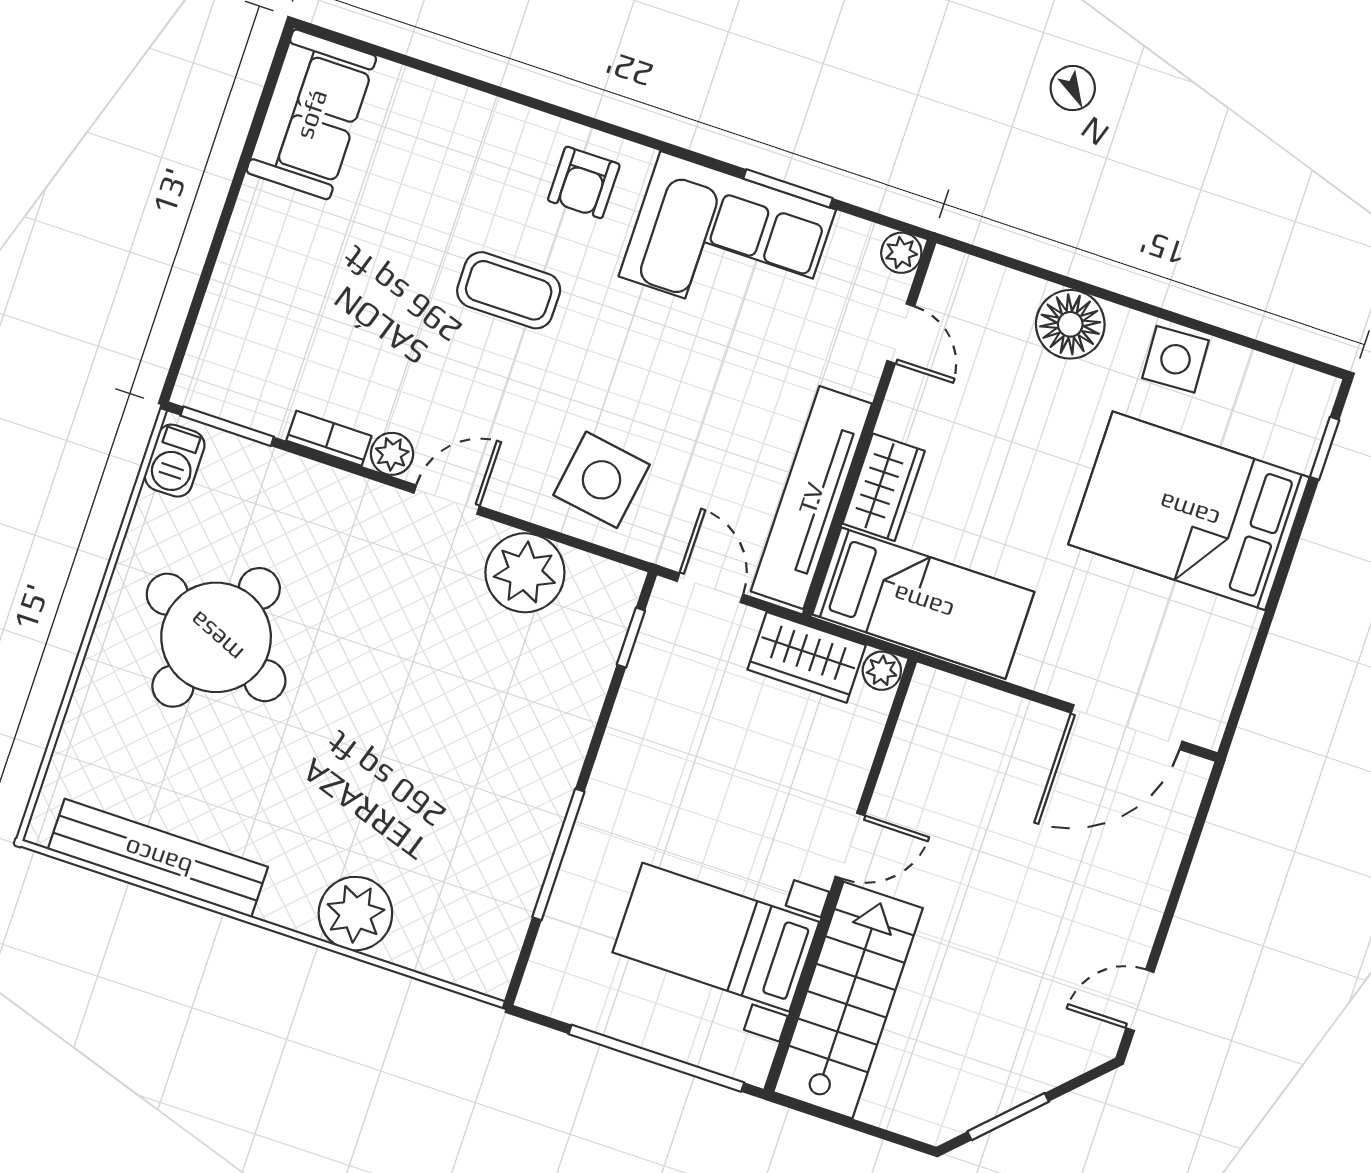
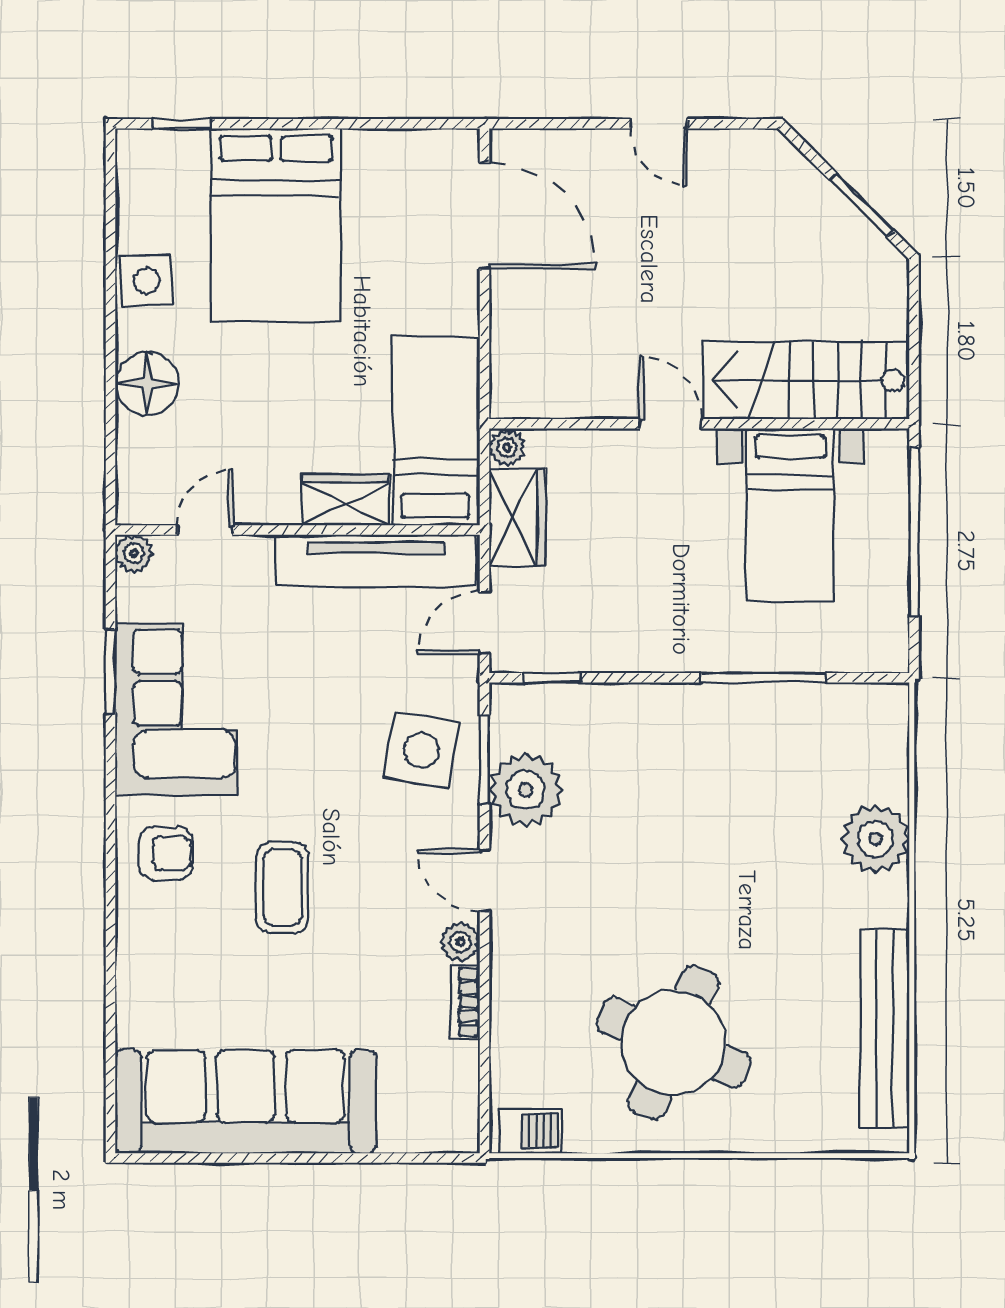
sofa: (311, 114) -> (246, 1102), width x1.85, depth x1.27
window: (227, 426) -> (485, 760), moved
door: (1140, 1000) -> (659, 124), moved

